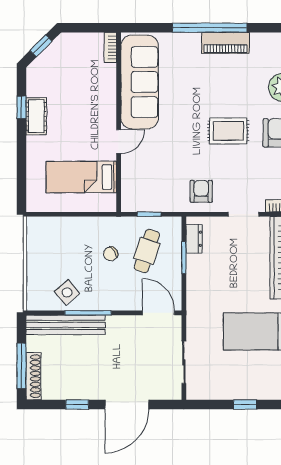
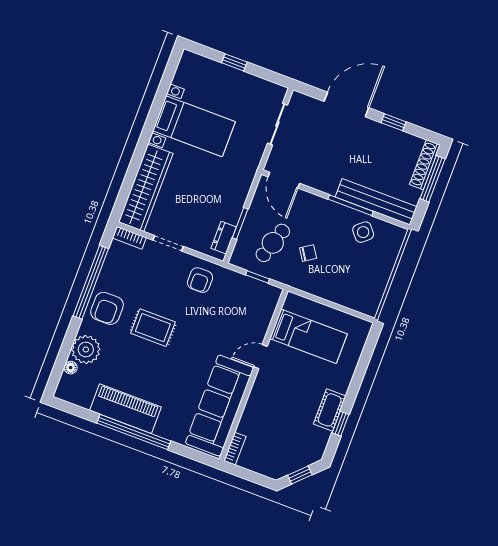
piano: (225, 43) -> (126, 409), width x1.37, depth x1.33

